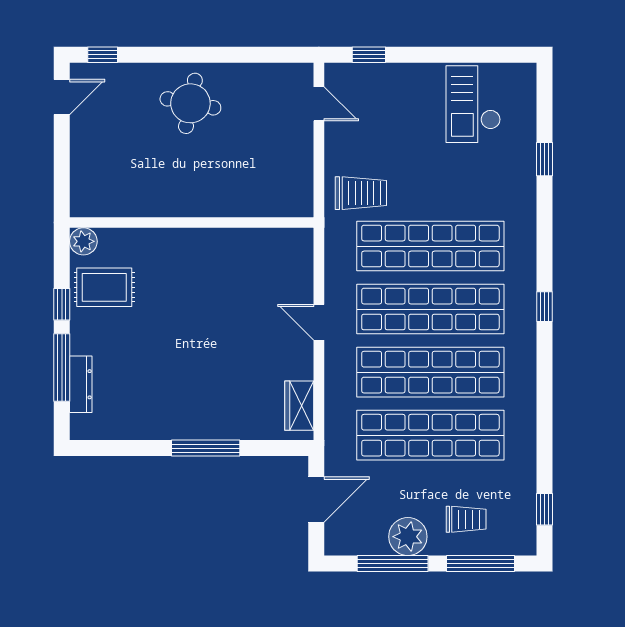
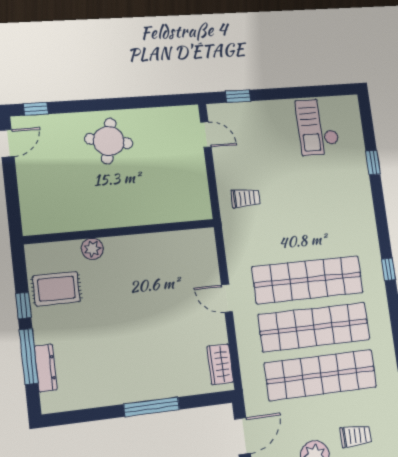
trolley: (361, 193) -> (245, 198), width x0.73, depth x0.72
plant: (83, 241) -> (92, 249), moved
shop shelf: (430, 246) -> (301, 233), removed

